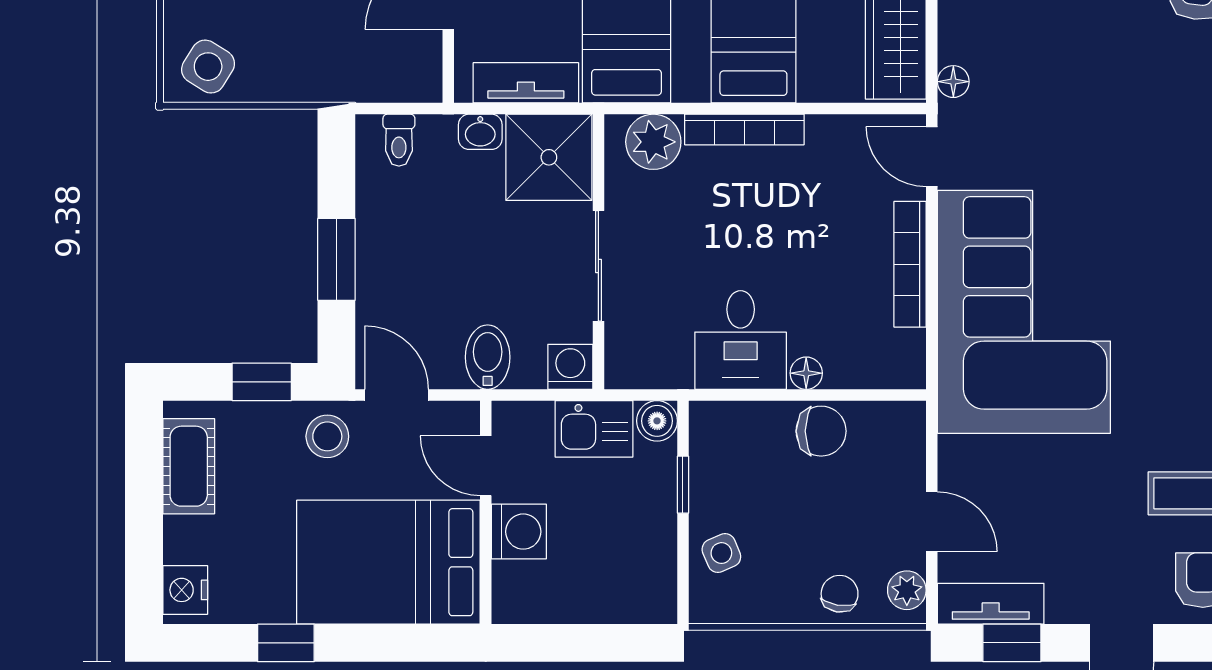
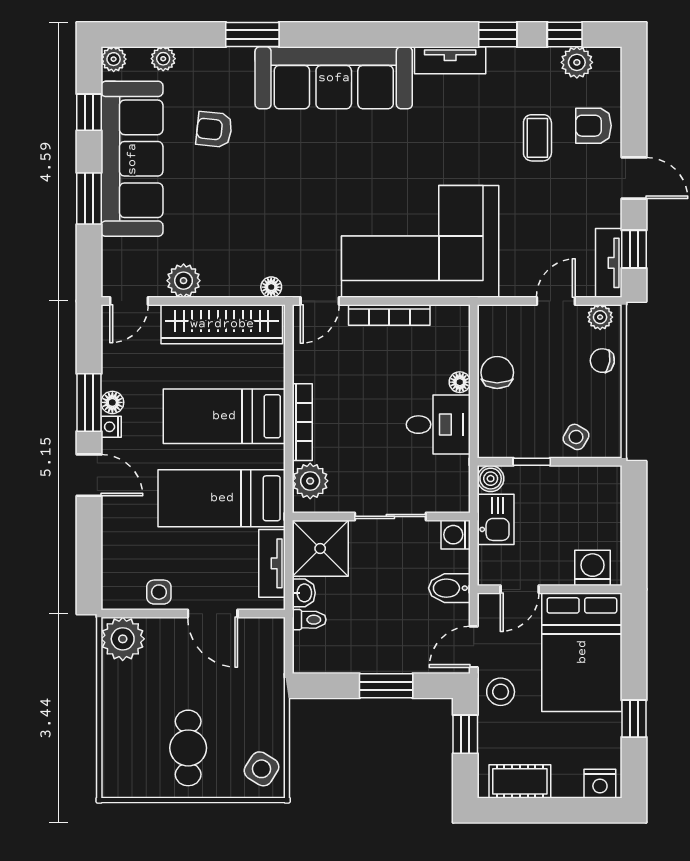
toilet: (399, 140) -> (309, 620), moved
washing machine: (519, 532) -> (592, 568), moved
side table: (721, 553) -> (576, 437), turned -37

